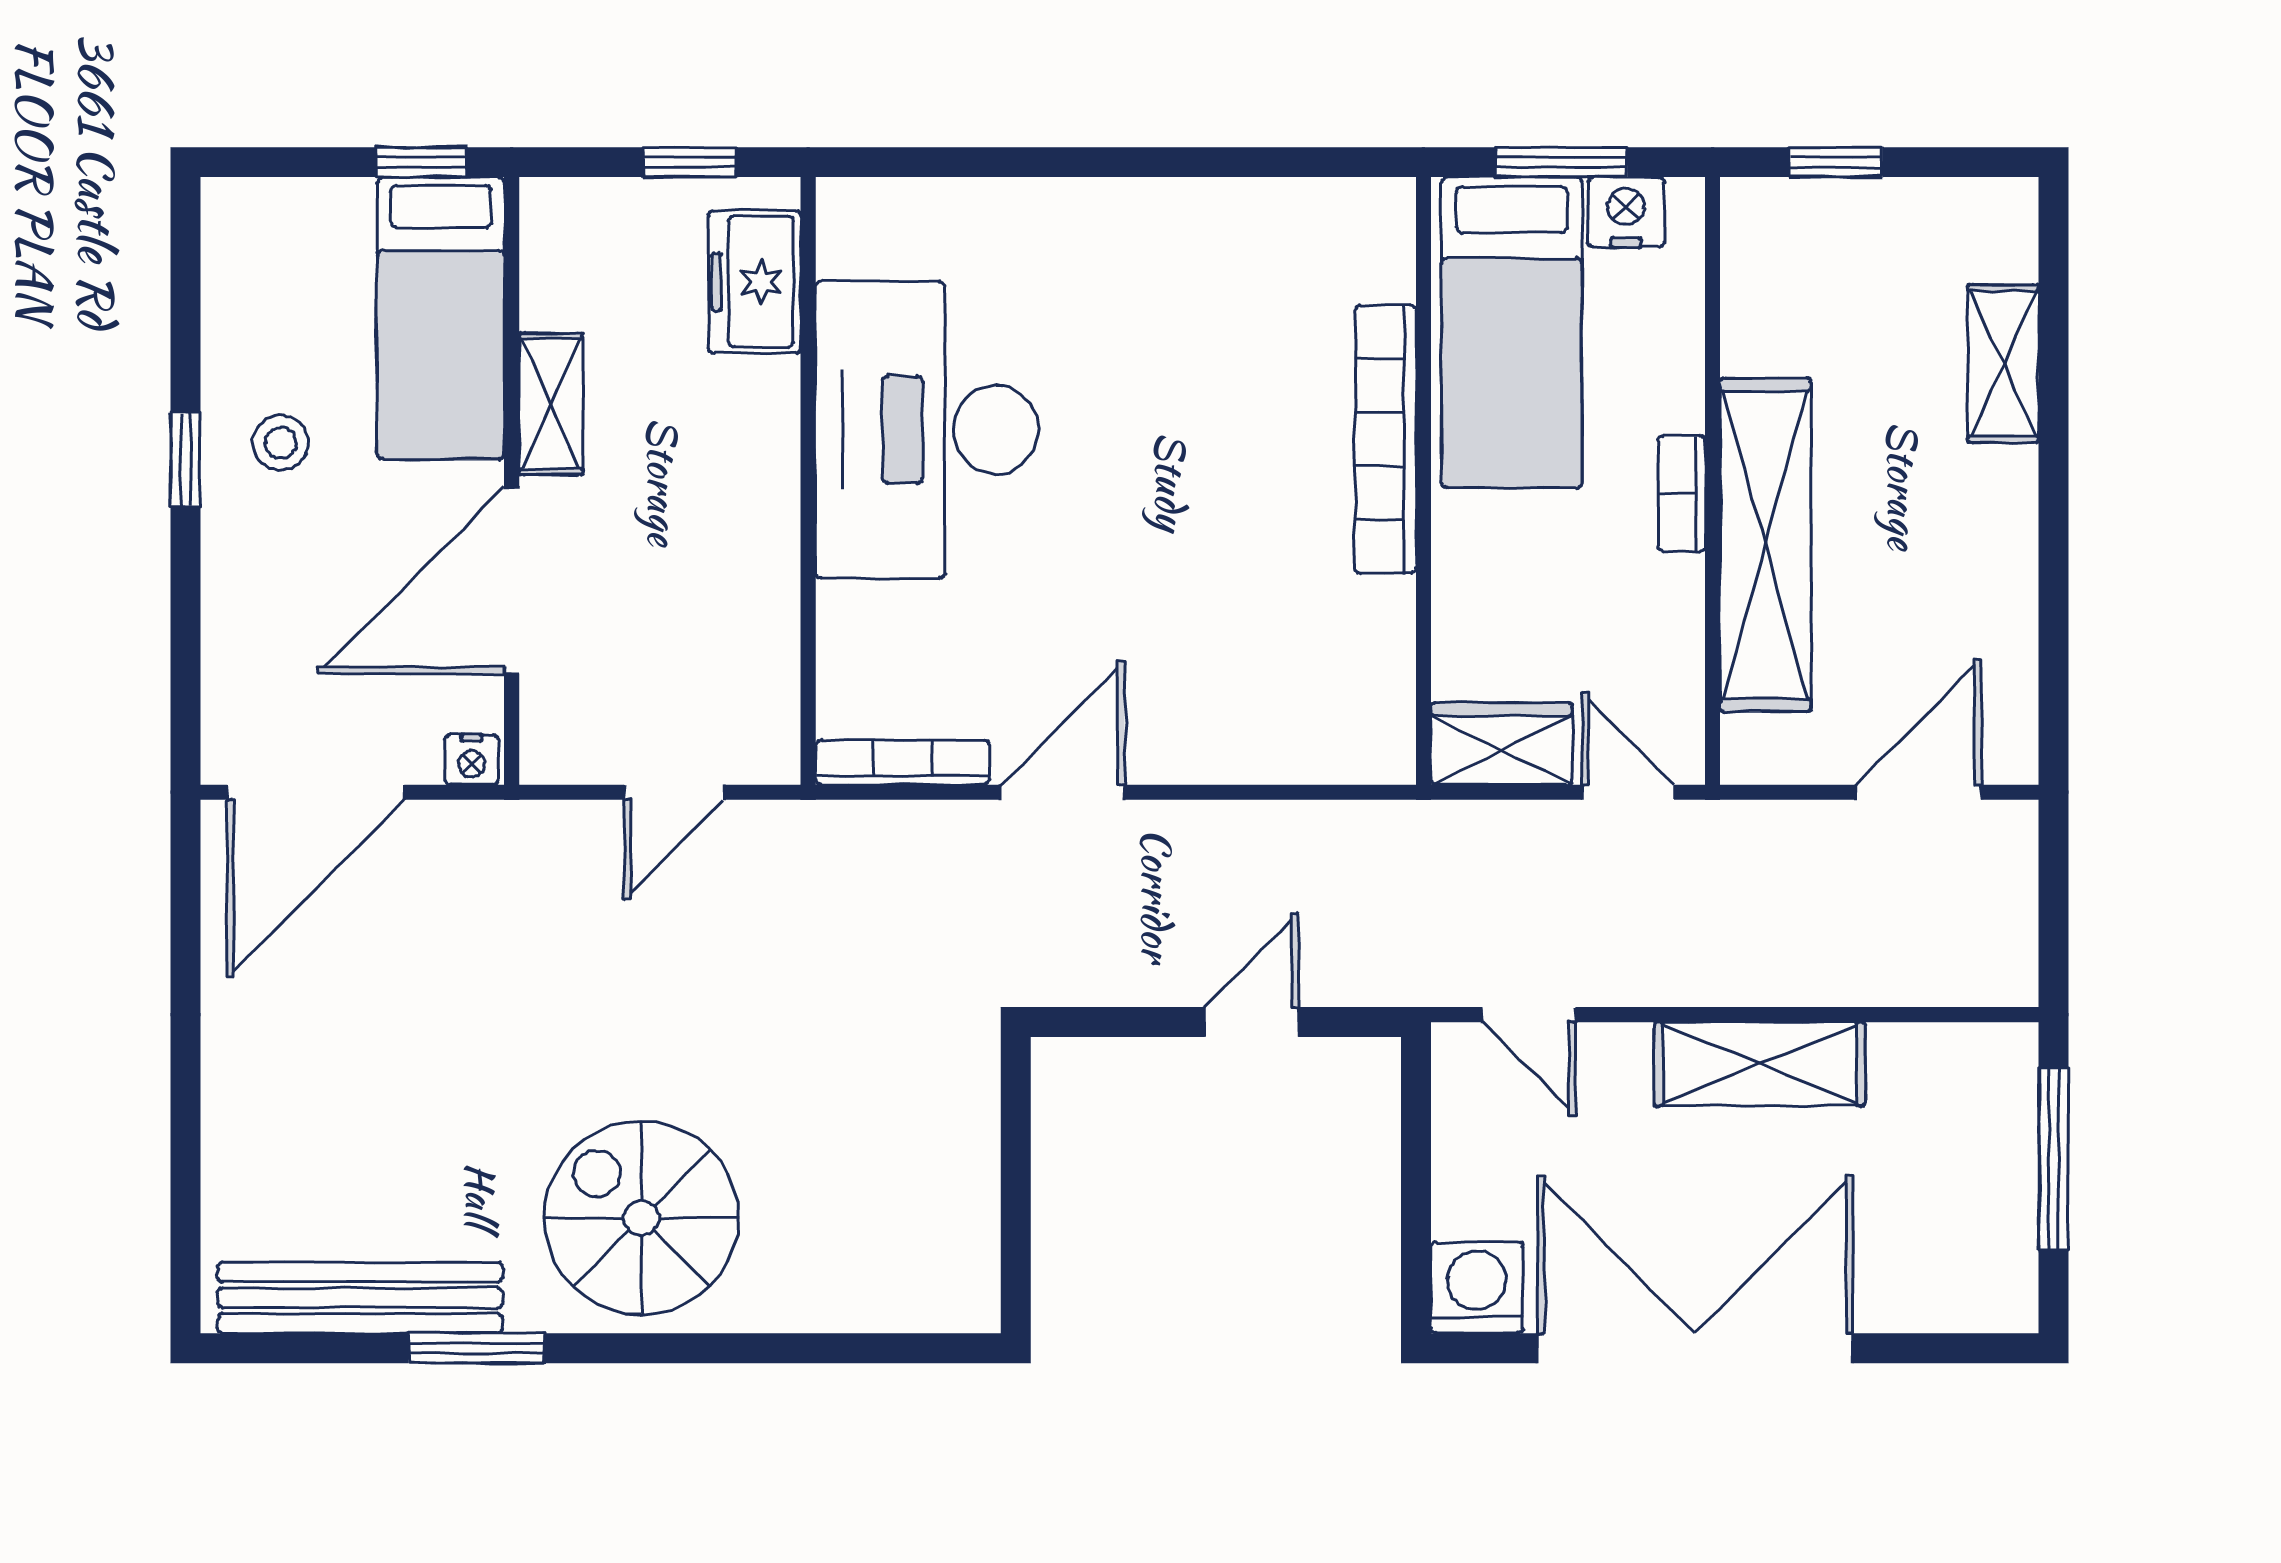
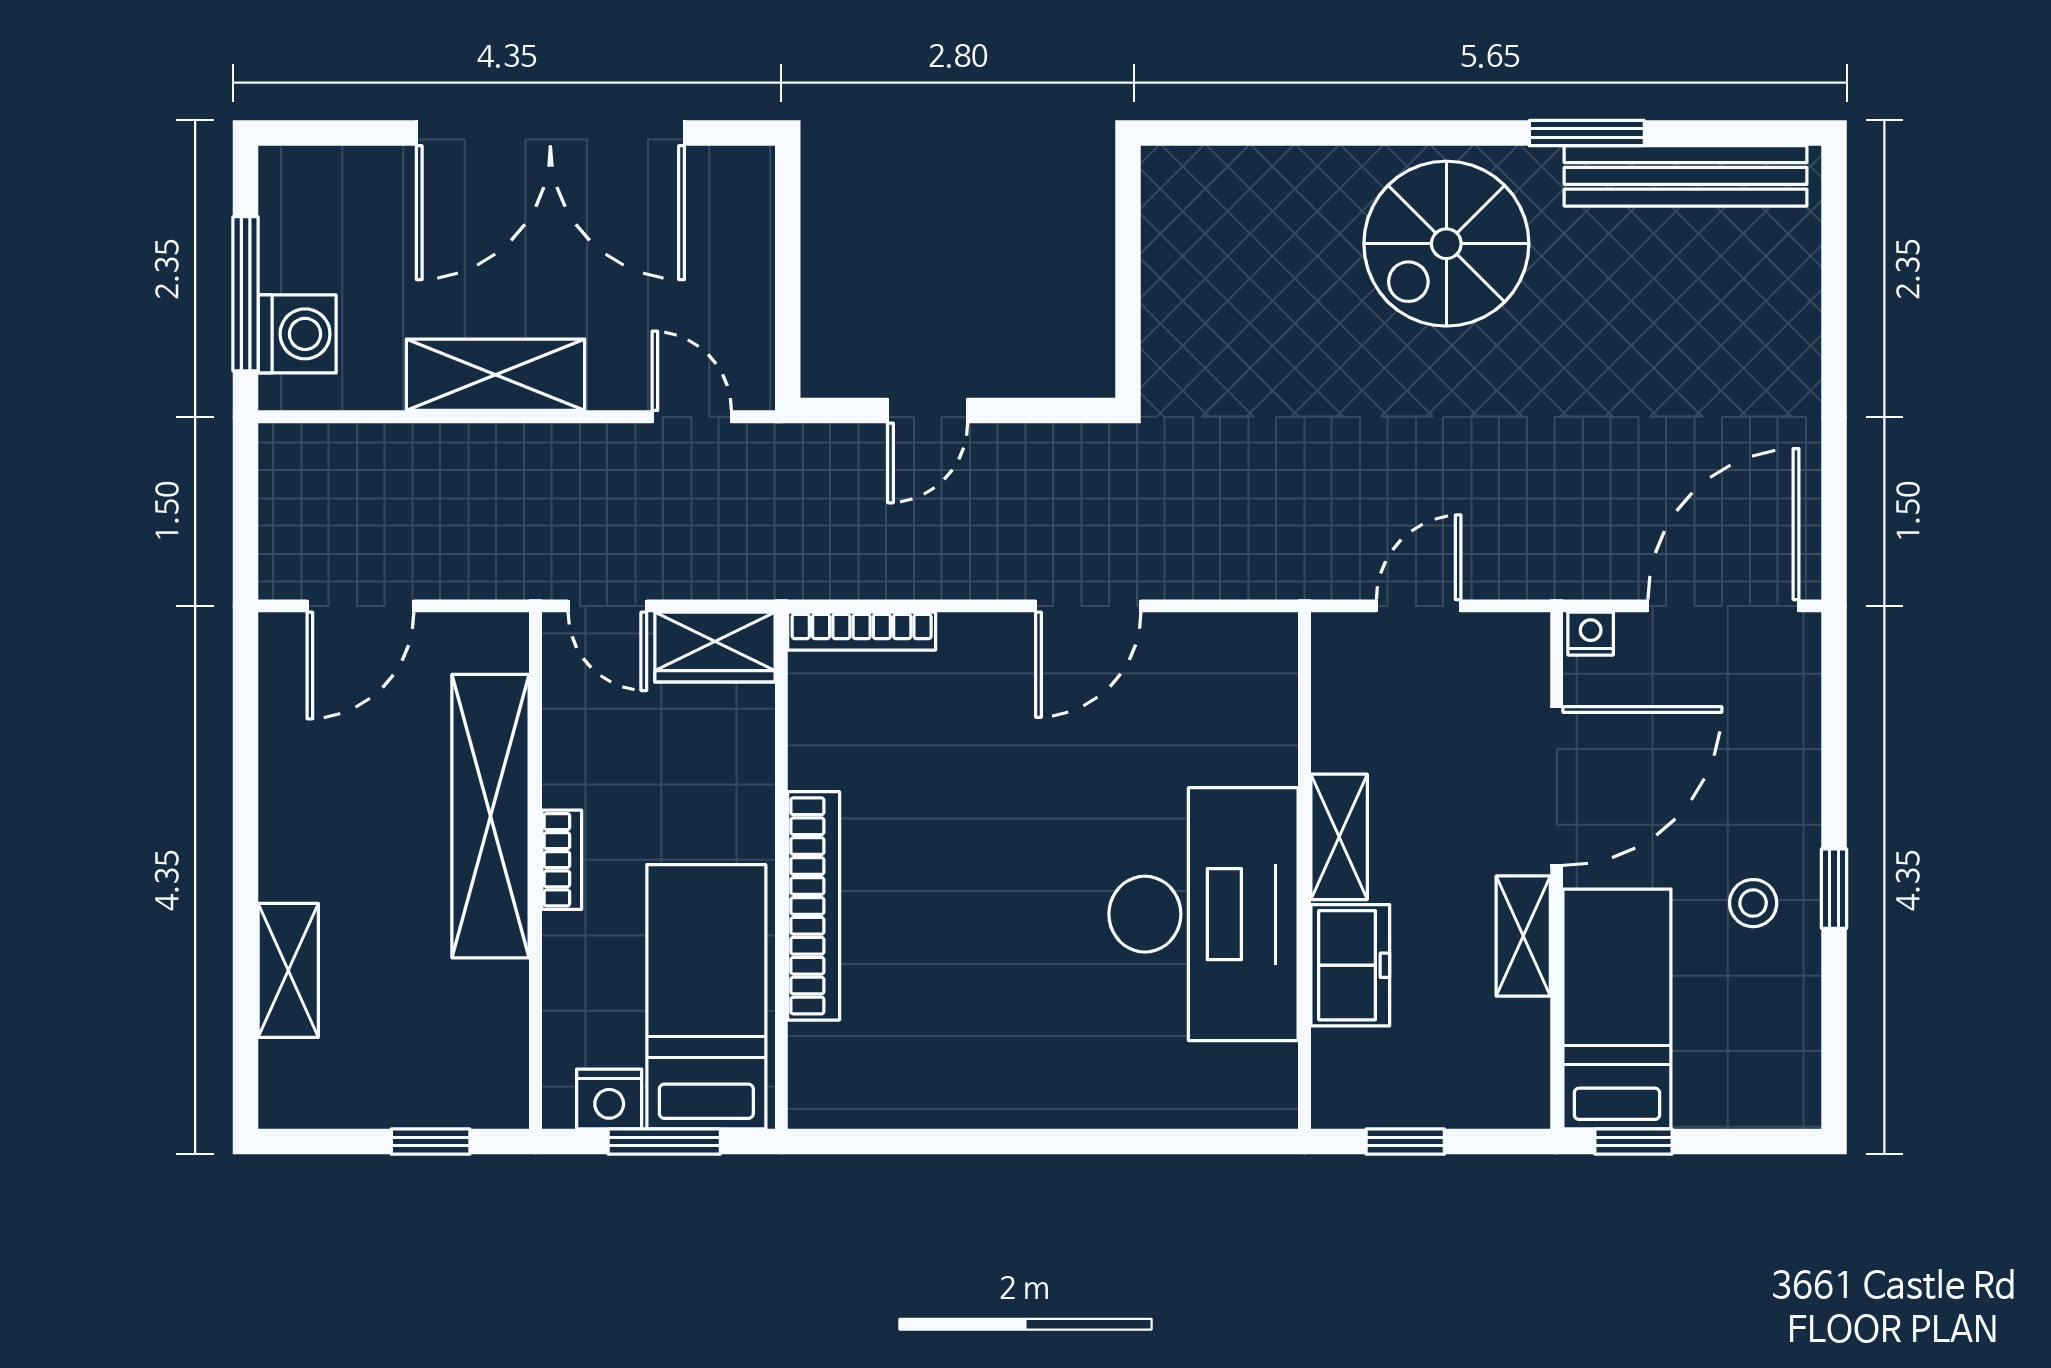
freezer: (754, 282) -> (1350, 965), moved
shelving: (768, 521) -> (1339, 837), added
bookcase: (903, 763) -> (862, 631), moved
spiral stairs: (641, 1218) -> (1446, 244), turned 90
washing machine: (1477, 1287) -> (297, 334), moved, turned -90

